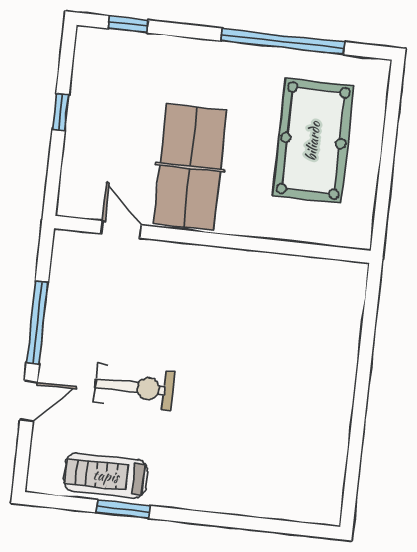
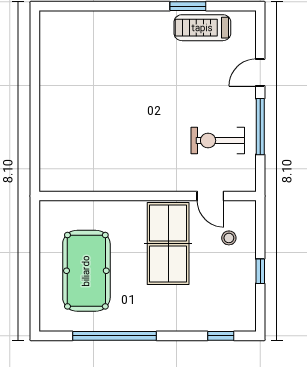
stool: (101, 165) -> (229, 238), added
exercise bike: (134, 387) -> (218, 141), moved
treadmill: (106, 476) -> (202, 28), turned 180

